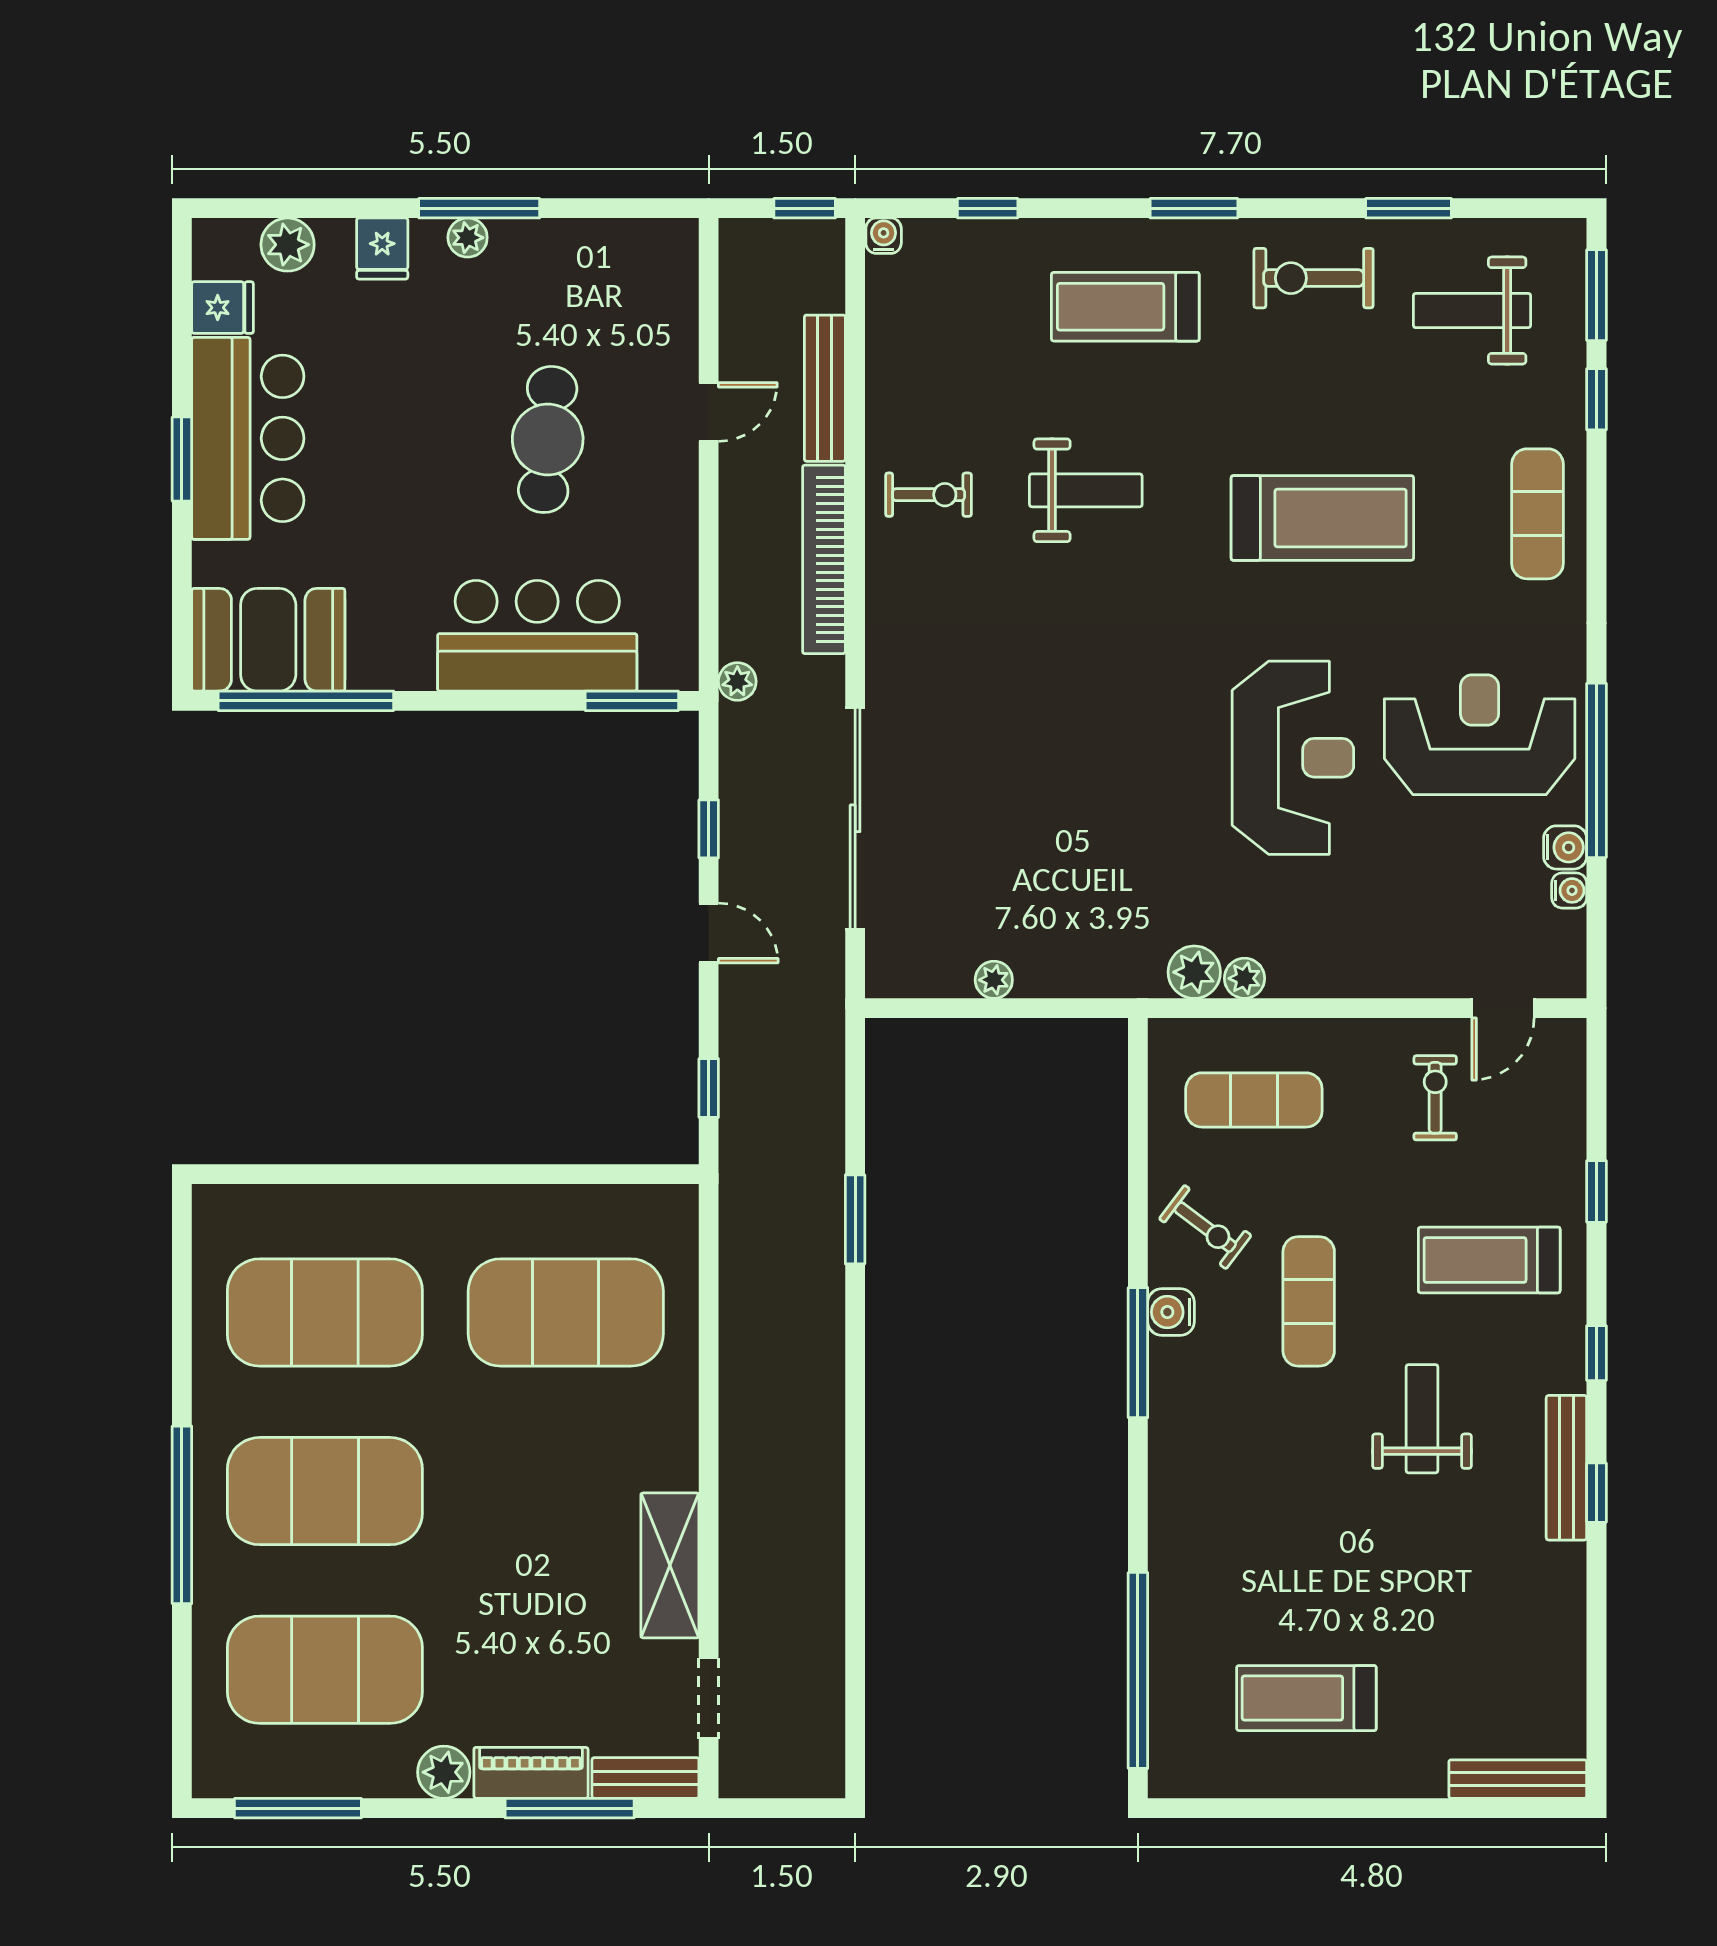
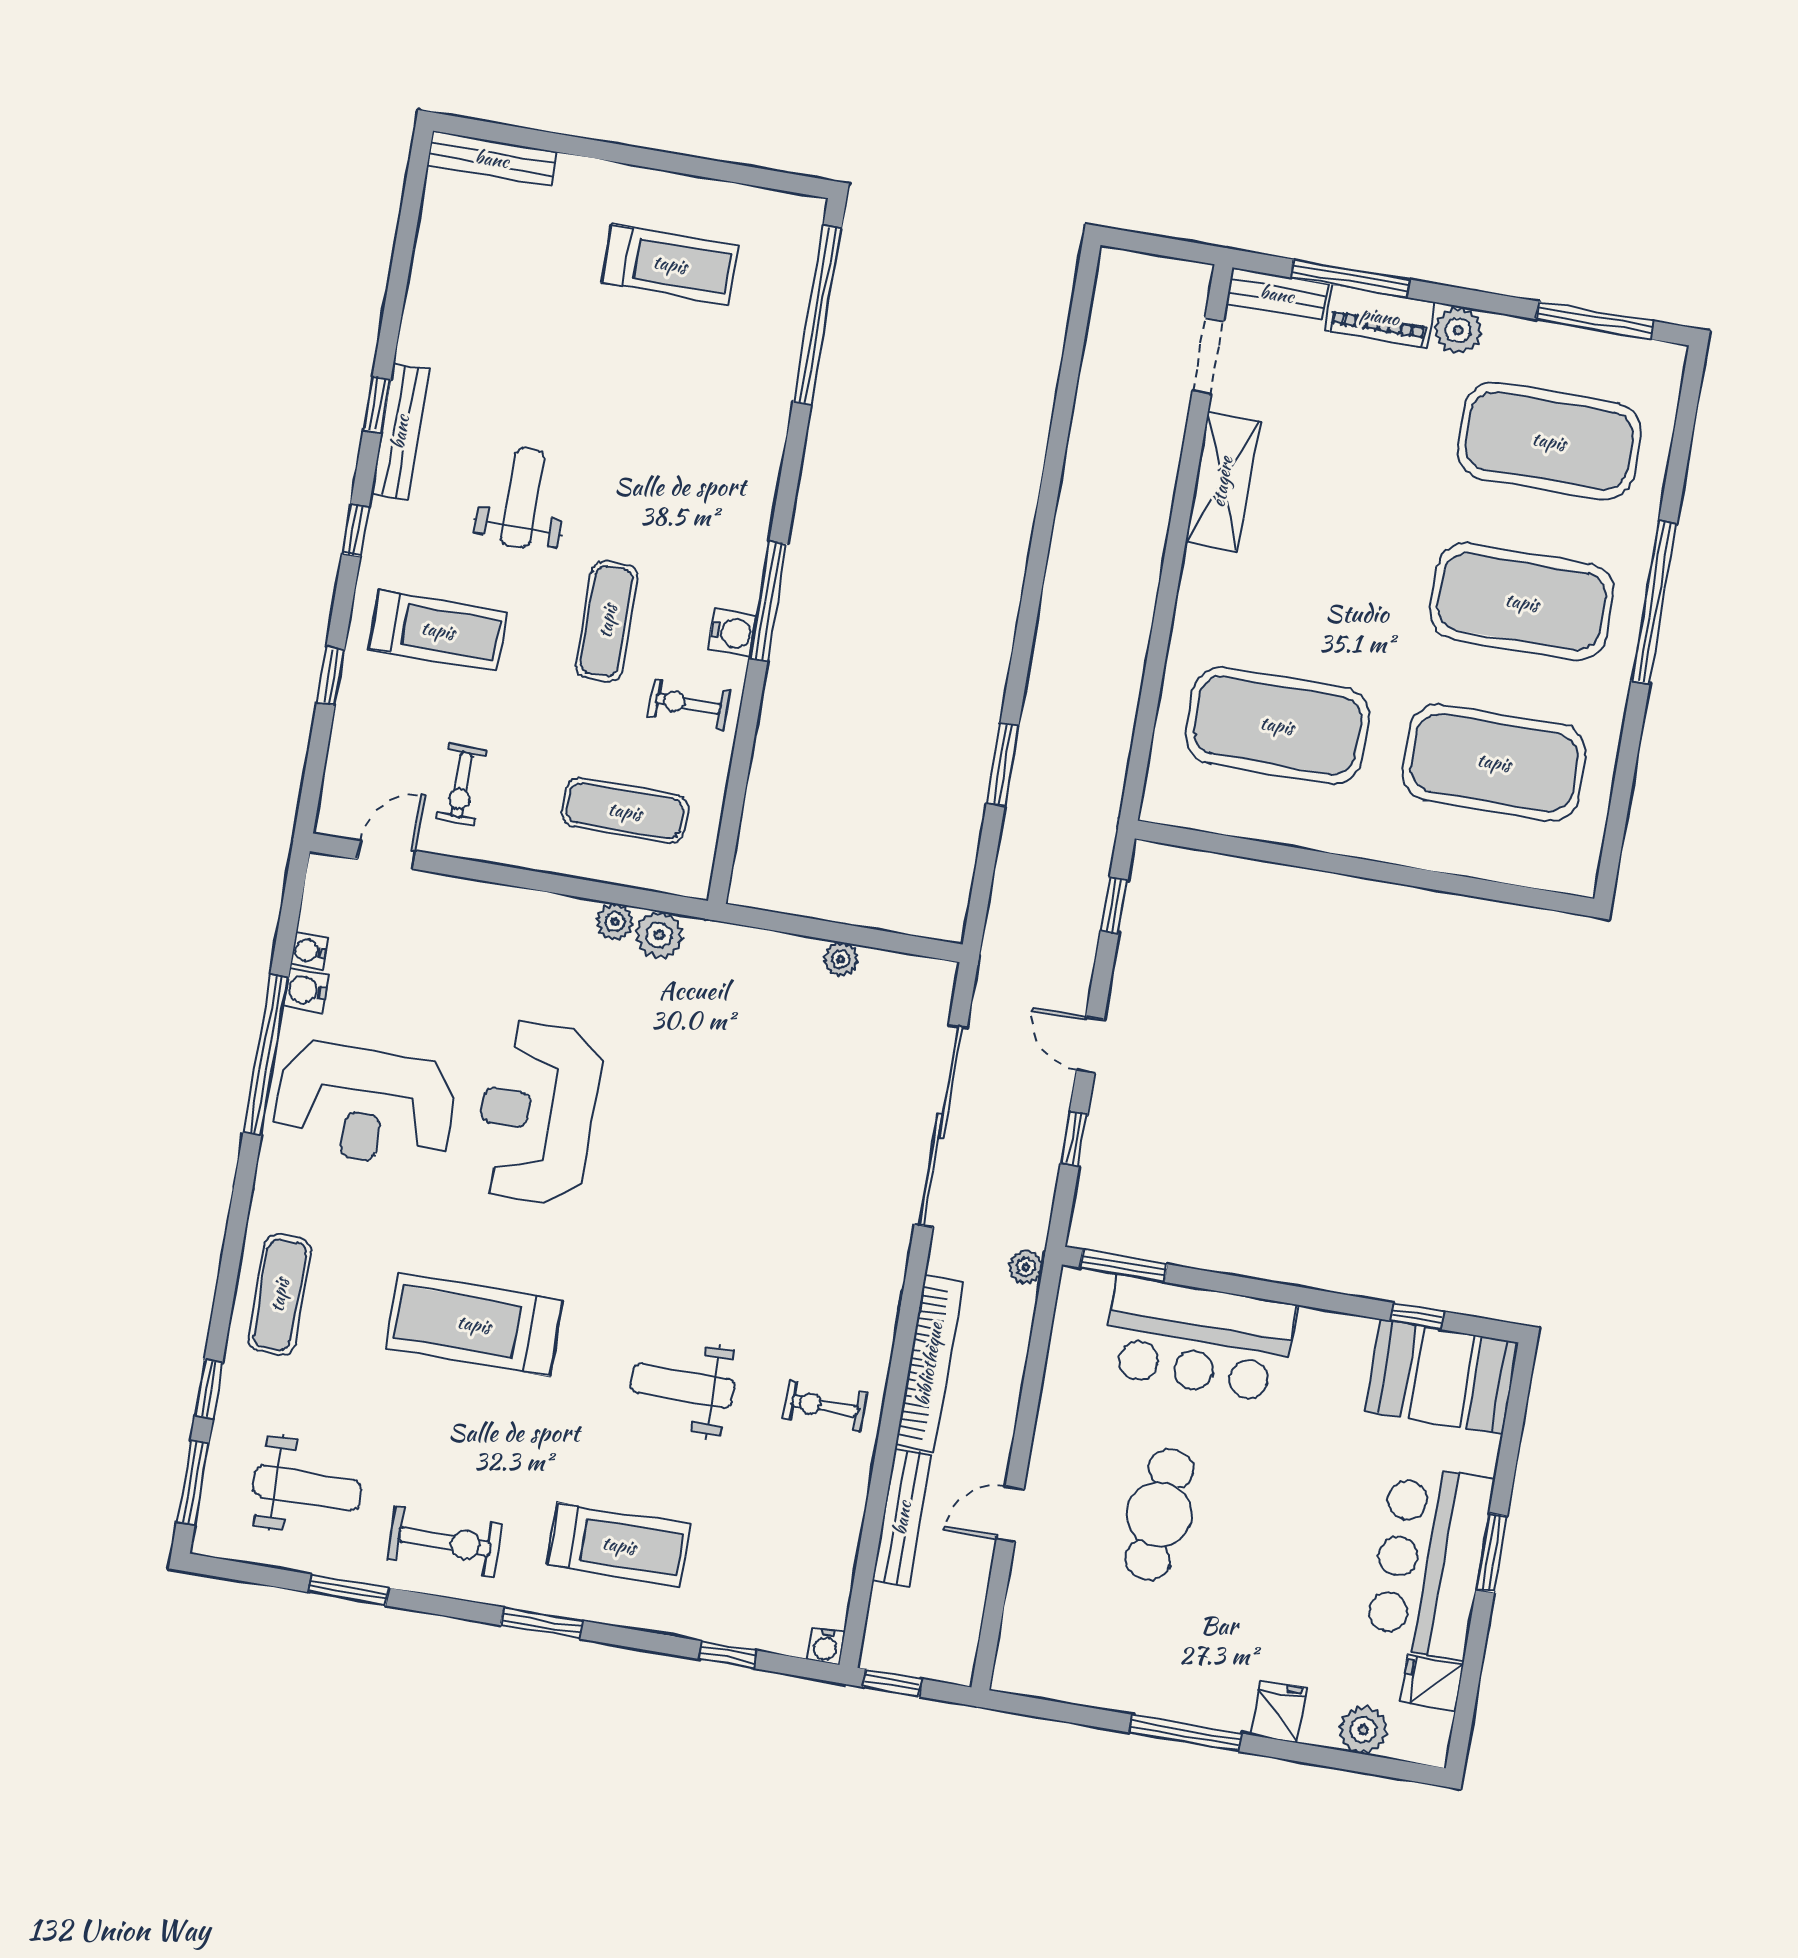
plant: (468, 238) -> (1200, 1708), removed
window: (306, 701) -> (1417, 1316), width x0.32
exercise bike: (1205, 1227) -> (688, 704), turned -37
weight bench: (1422, 1419) -> (523, 498), turned 180

